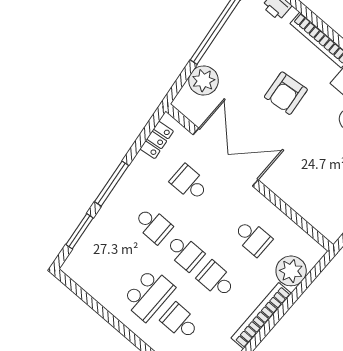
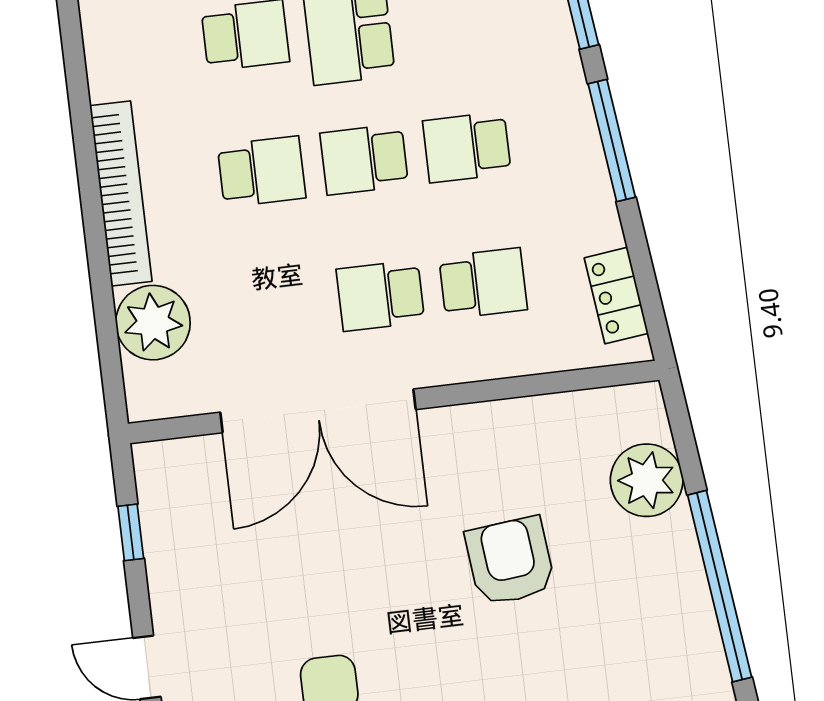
armchair: (286, 93) -> (510, 561), moved
double door: (226, 157) -> (318, 411), moved
school desk: (253, 238) -> (380, 296), moved

